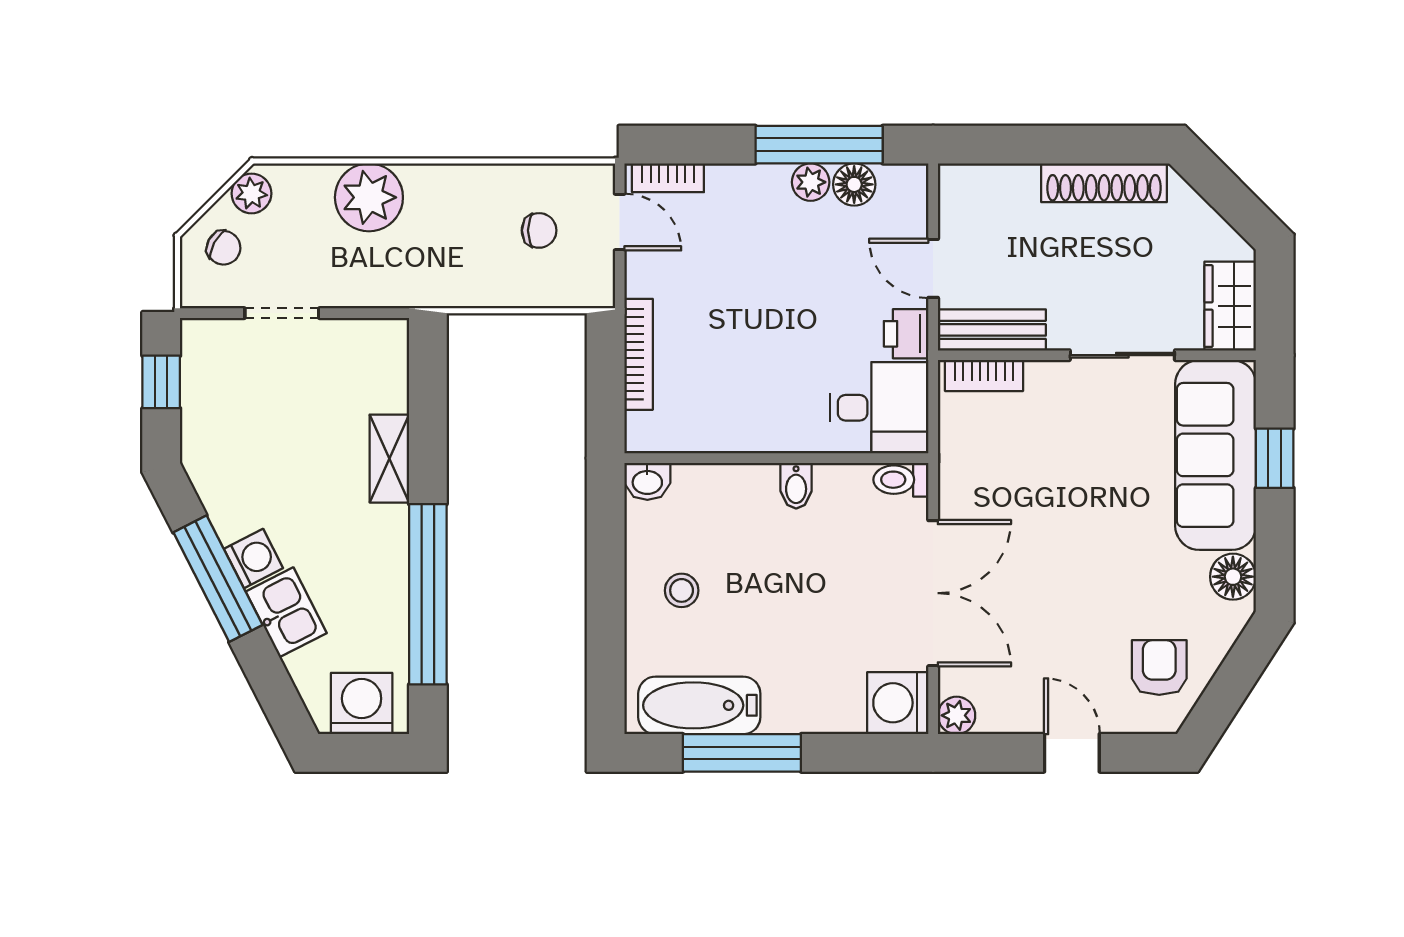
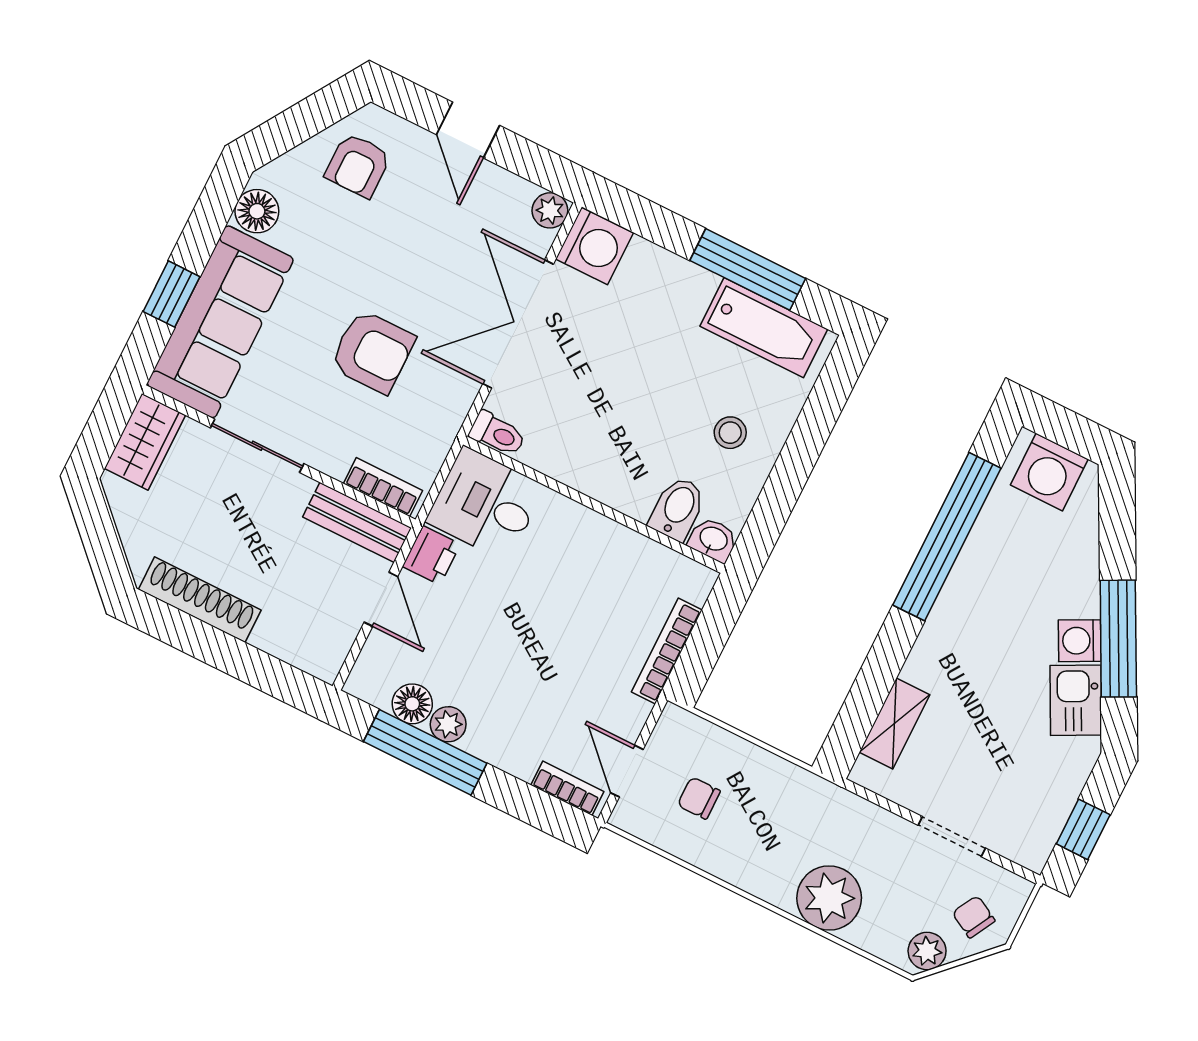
shelving: (389, 459) -> (895, 723), moved
bidet: (796, 486) -> (678, 509), moved, width x1.38, depth x1.36
armchair: (1058, 499) -> (372, 351), added
kitchen sink: (286, 612) -> (1076, 700), moved

